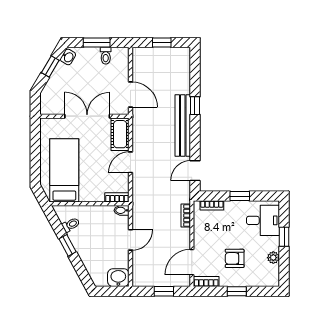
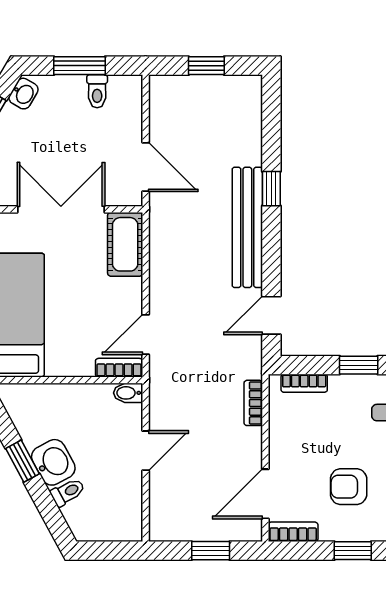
door: (131, 162) -> (146, 335), moved
toilet: (71, 225) -> (68, 492), moved
washbasin: (118, 278) -> (53, 462), moved, turned 62

